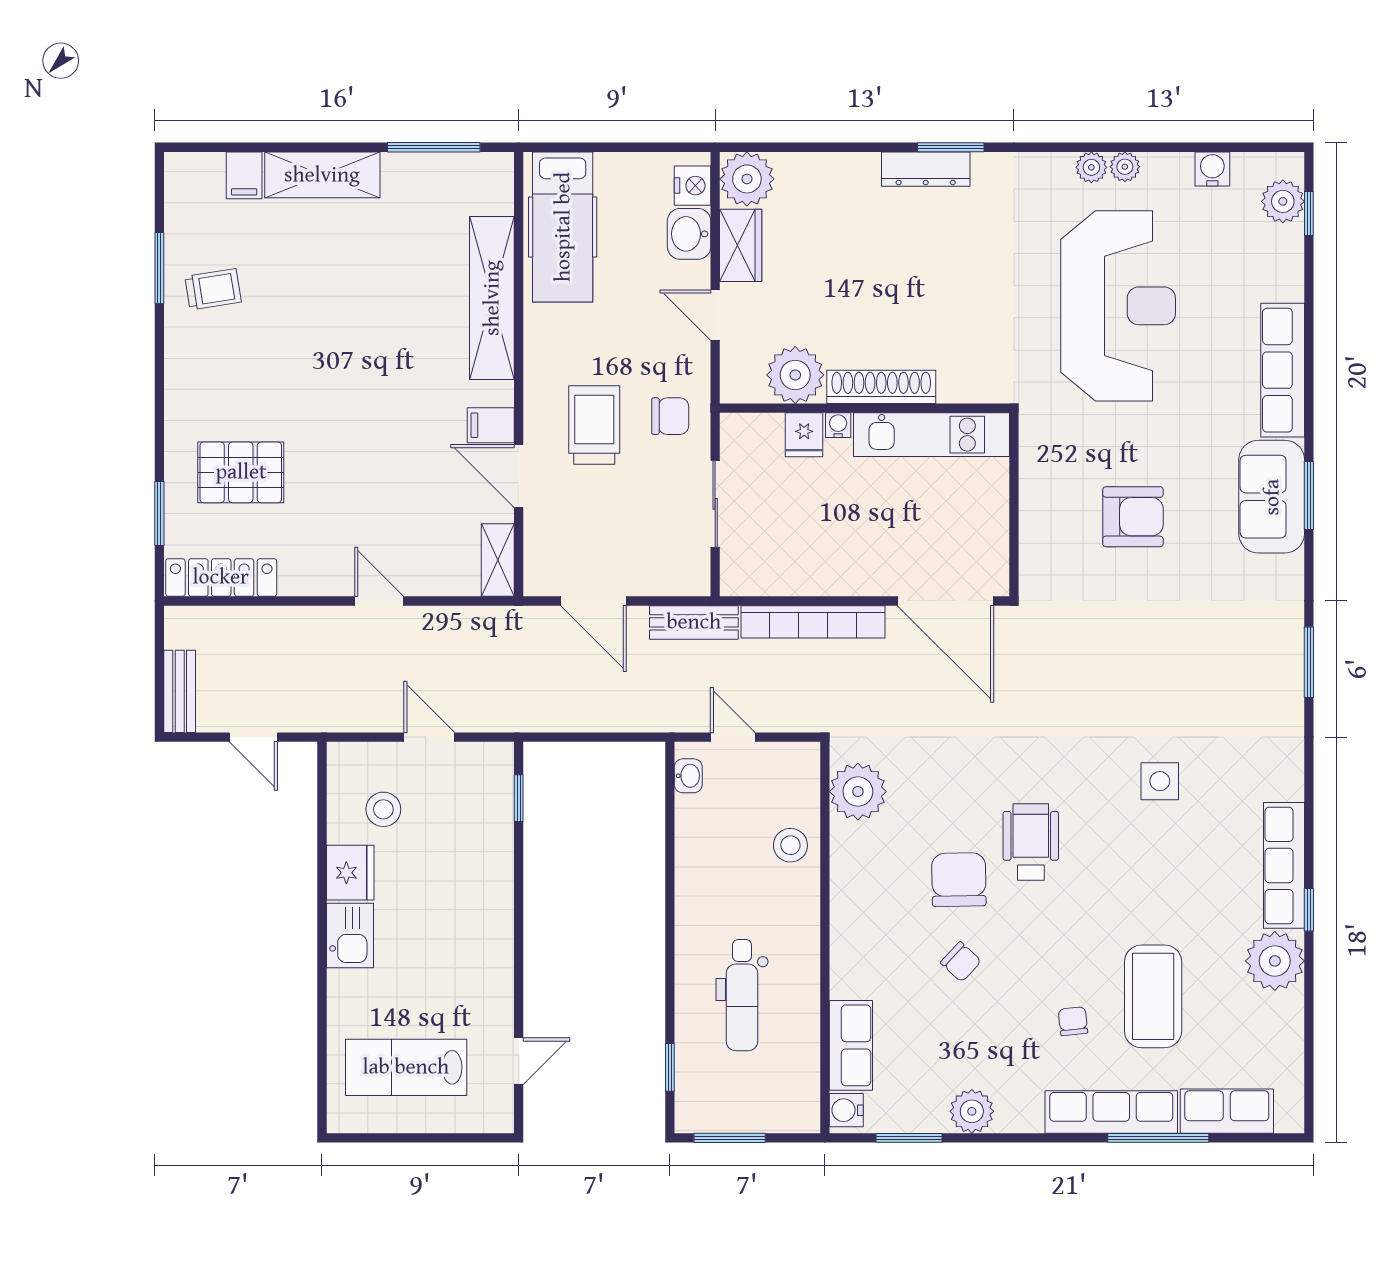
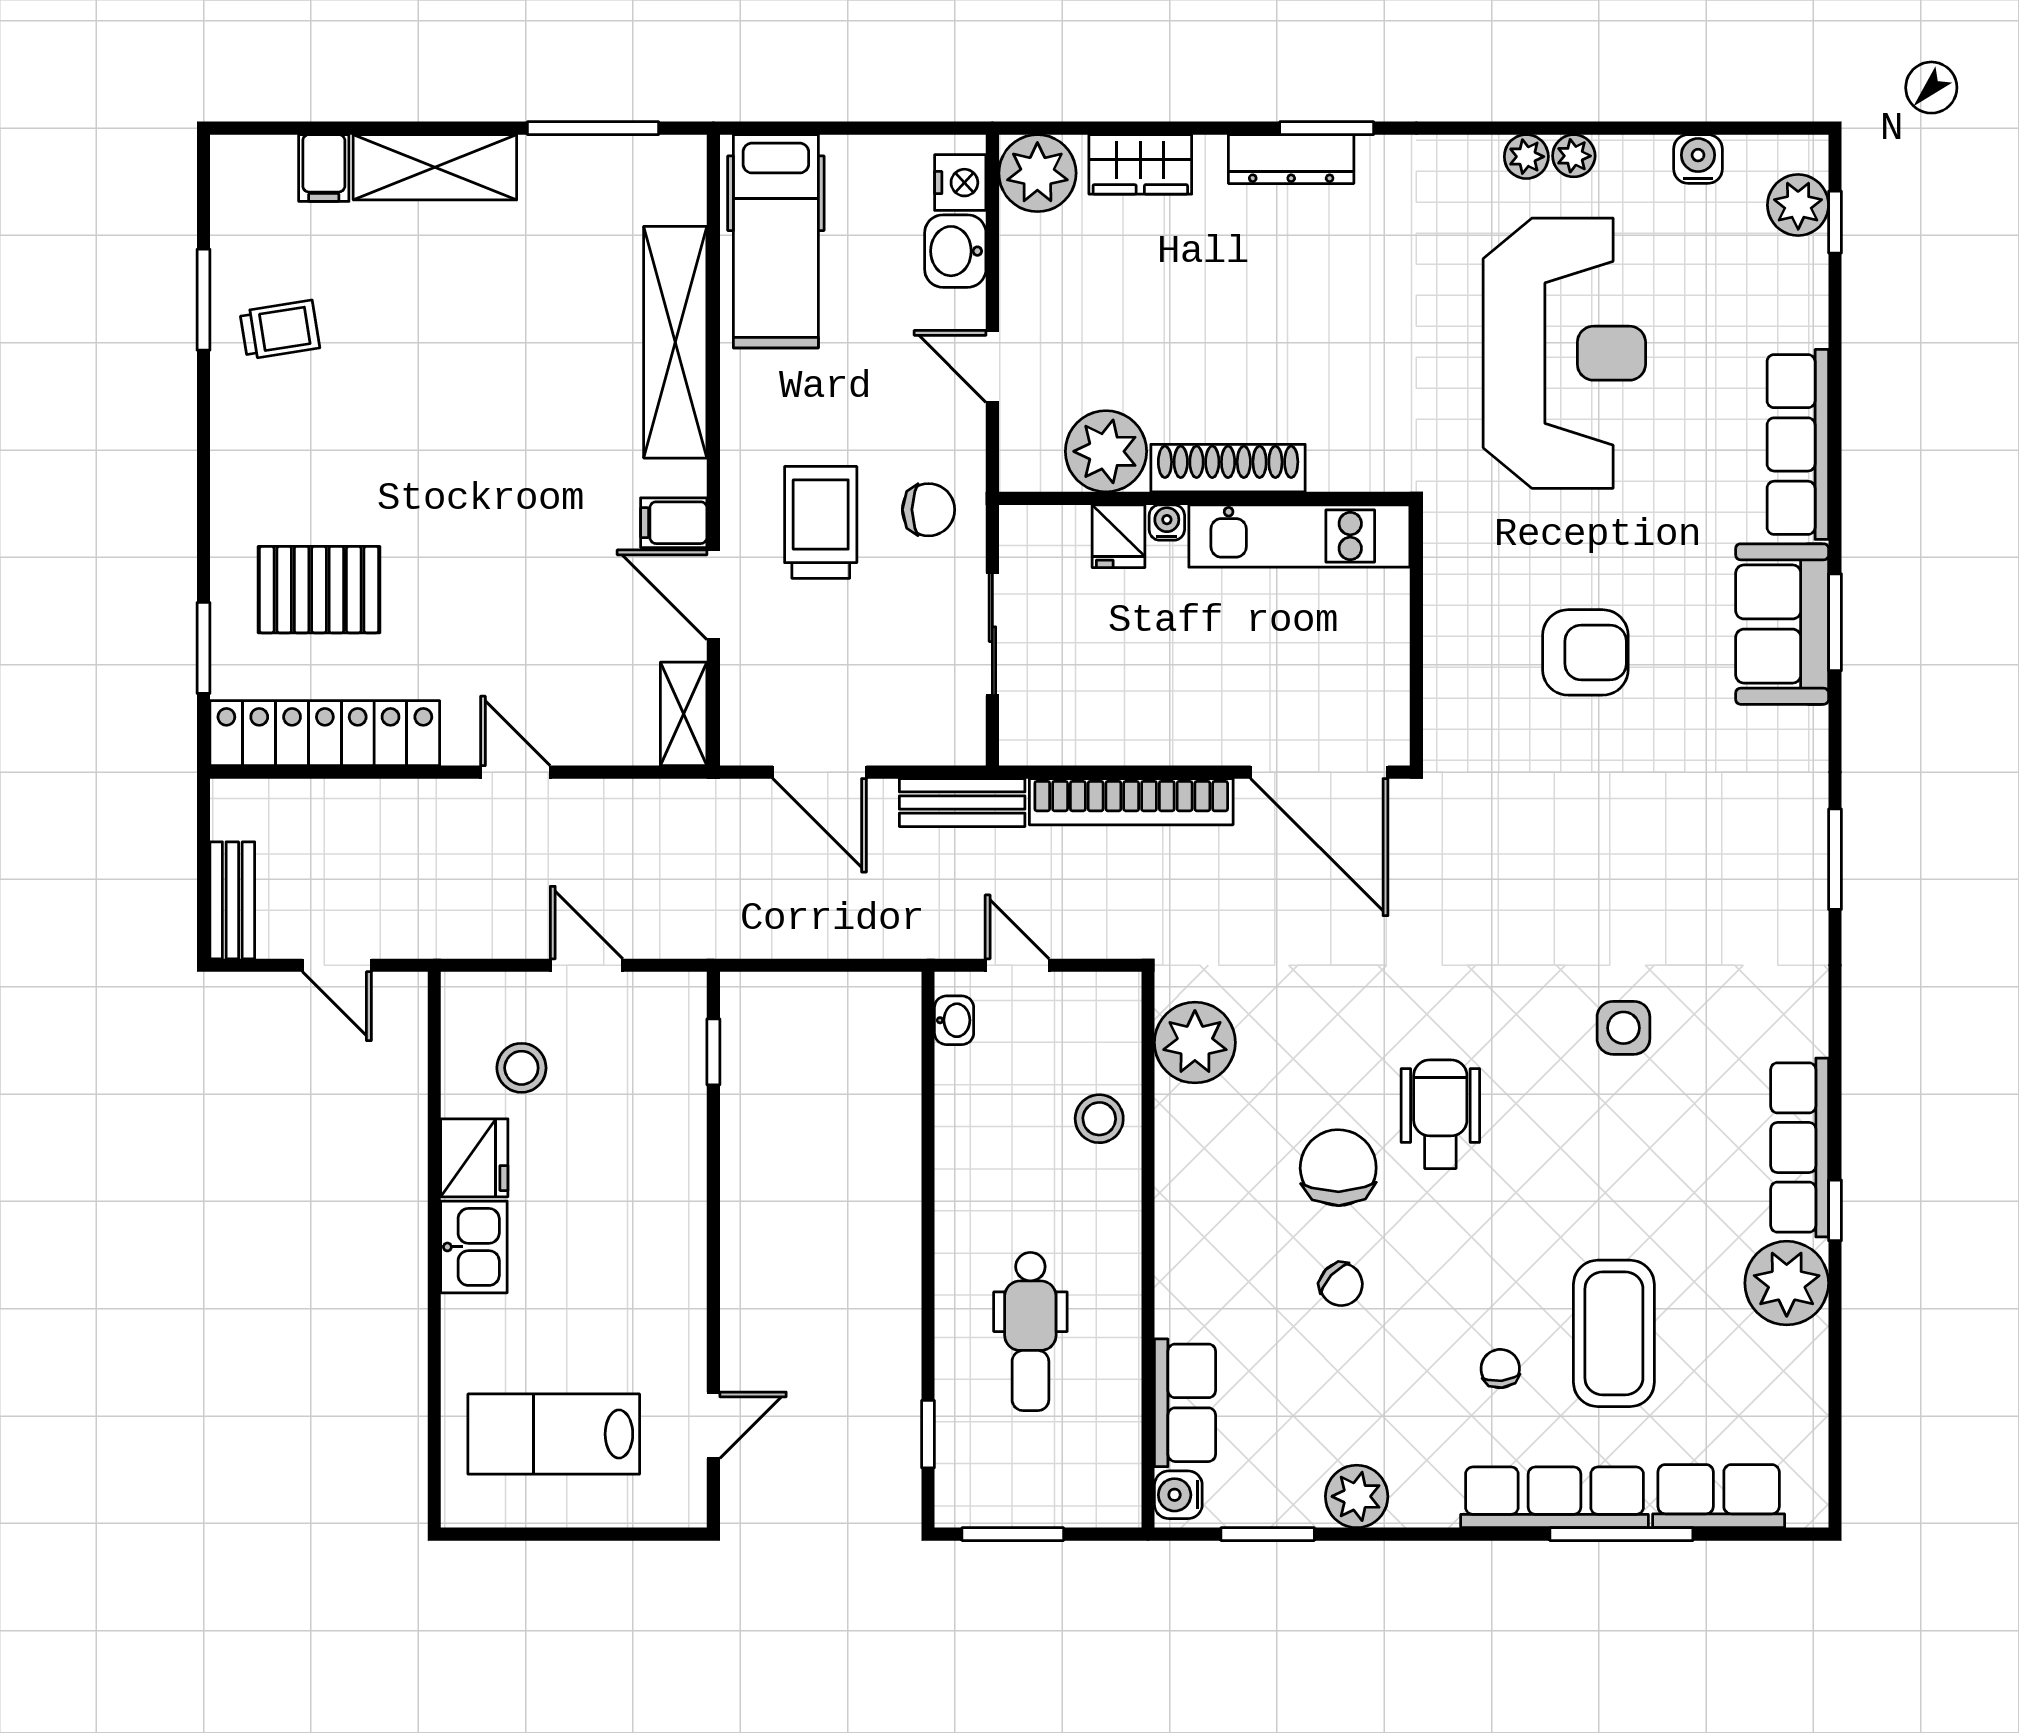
wardrobe: (741, 245) -> (1140, 164), moved, turned 90
locker: (221, 577) -> (325, 733), width x1.41, depth x1.21

